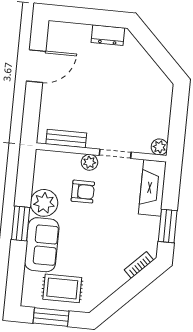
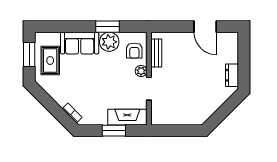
plant: (159, 147) -> (157, 119), removed
armchair: (83, 192) -> (134, 51), moved
window: (21, 224) -> (107, 27), moved
window: (168, 226) -> (114, 131), moved

